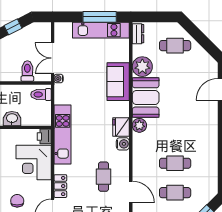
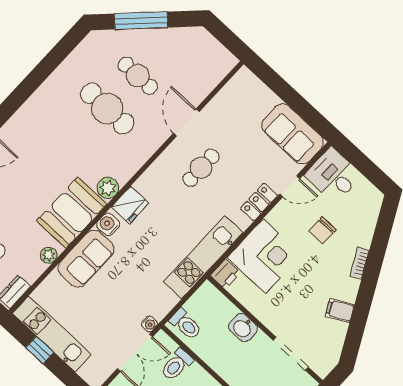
window: (100, 17) -> (40, 350), width x0.46
plant: (142, 67) -> (49, 255), width x0.53, depth x0.53
water cooler: (123, 144) -> (108, 224), moved
cafe table: (175, 163) -> (107, 108), width x1.37, depth x1.35

